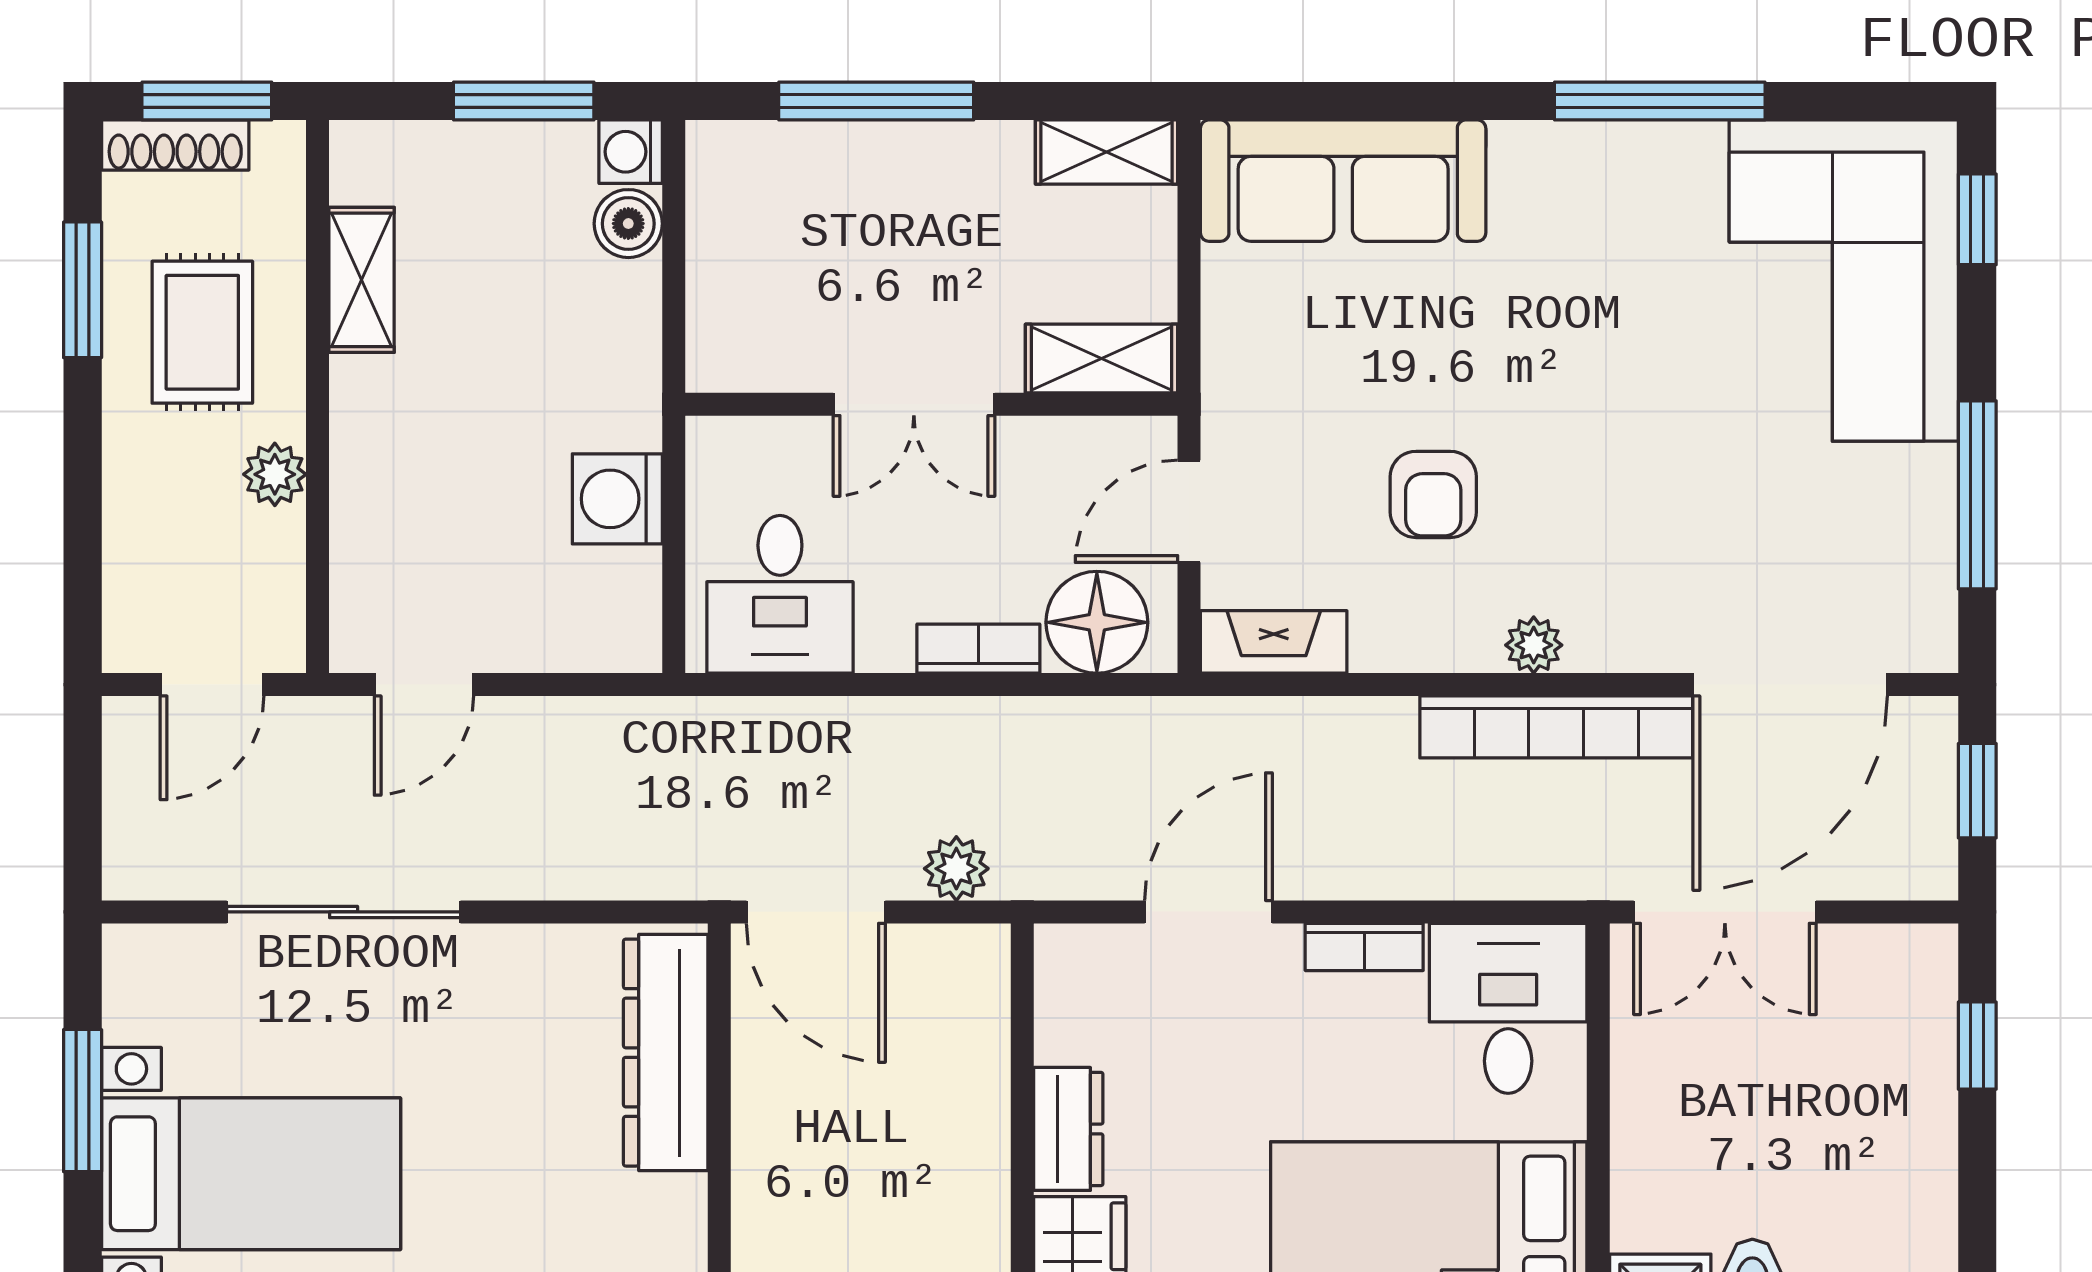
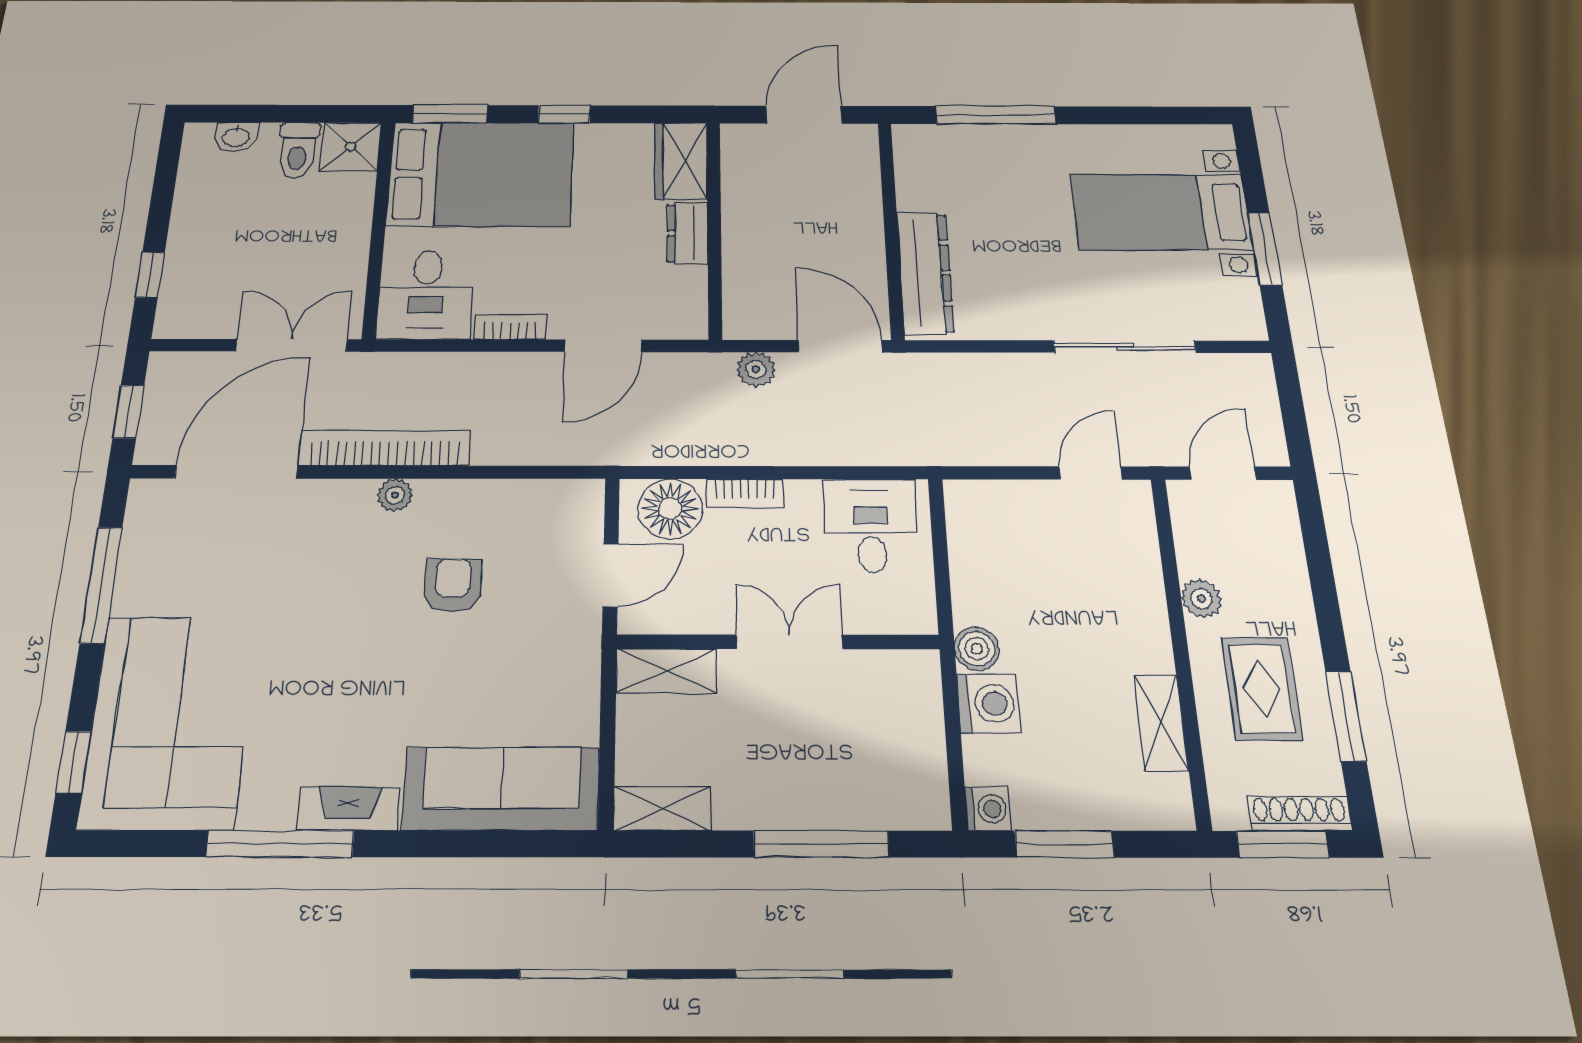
boiler: (628, 224) -> (977, 649), moved
washing machine: (617, 499) -> (988, 703), moved
fireplace: (1274, 642) -> (349, 809), moved, turned 180

